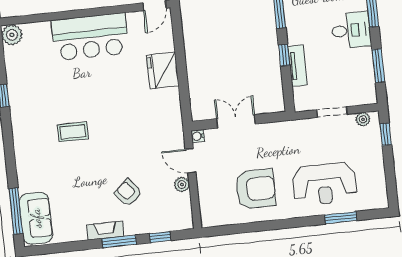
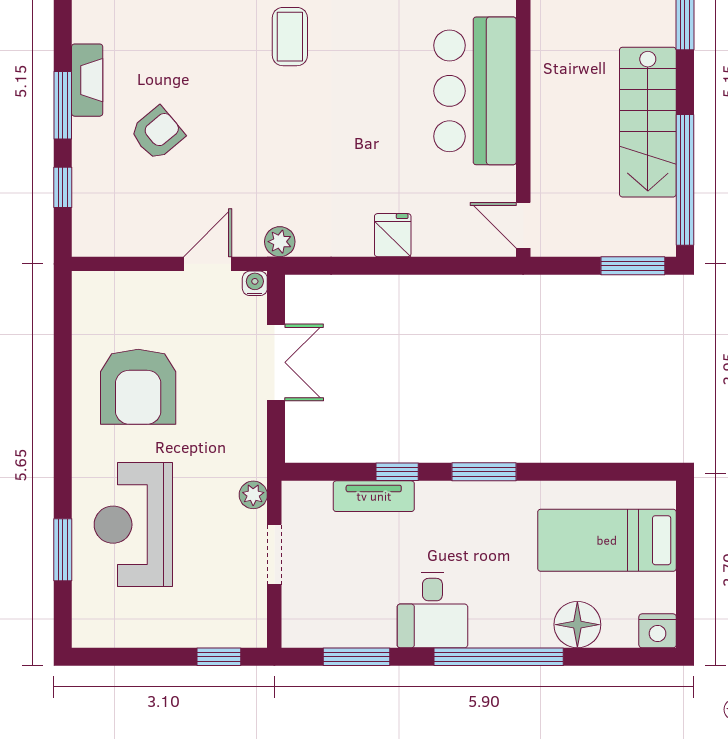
fridge: (163, 70) -> (393, 235), width x0.53, depth x0.75
plant: (363, 119) -> (253, 495), moved
plant: (182, 185) -> (280, 242), moved

